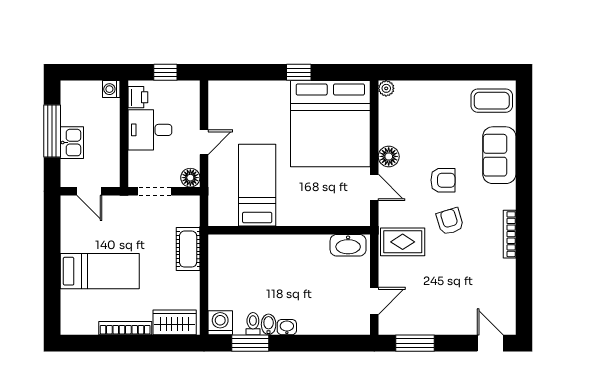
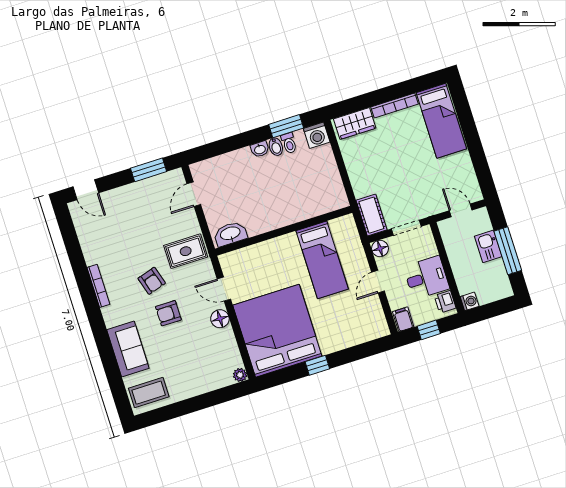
filing cabinet: (190, 93) -> (403, 319), added
cot: (188, 249) -> (371, 215), moved
bed: (100, 271) -> (441, 121), moved, turned -90

